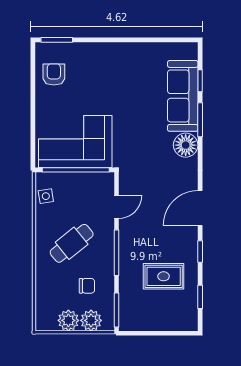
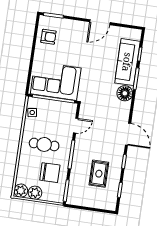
door: (131, 40) -> (100, 22), added
armchair: (54, 74) -> (48, 37), turned 90
door: (200, 208) -> (128, 134), swing flipped
cafe table: (72, 243) -> (44, 144), turned 39
rug: (164, 276) -> (99, 174), turned 90
chair: (87, 286) -> (50, 173), width x1.87, depth x1.87
plant: (91, 320) -> (21, 191), moved

